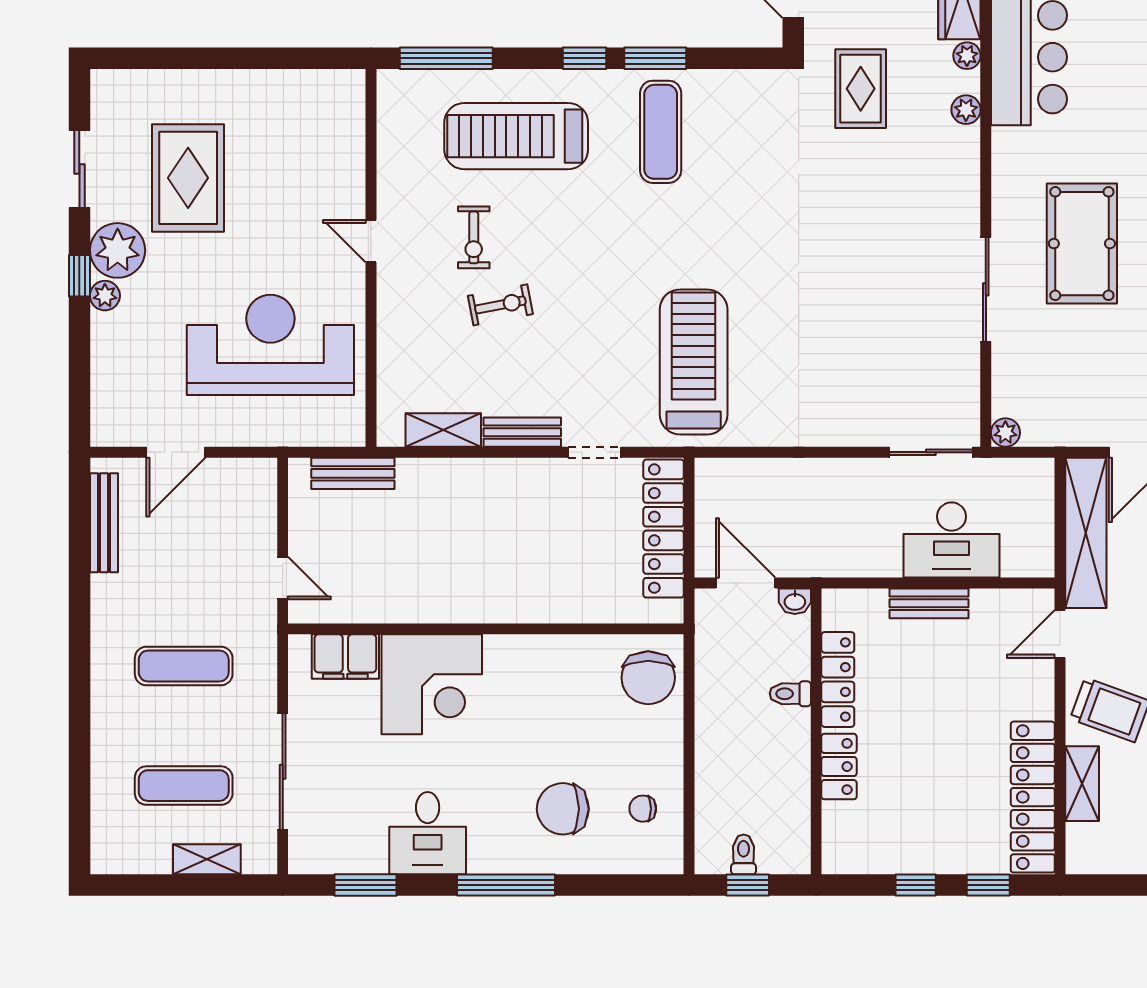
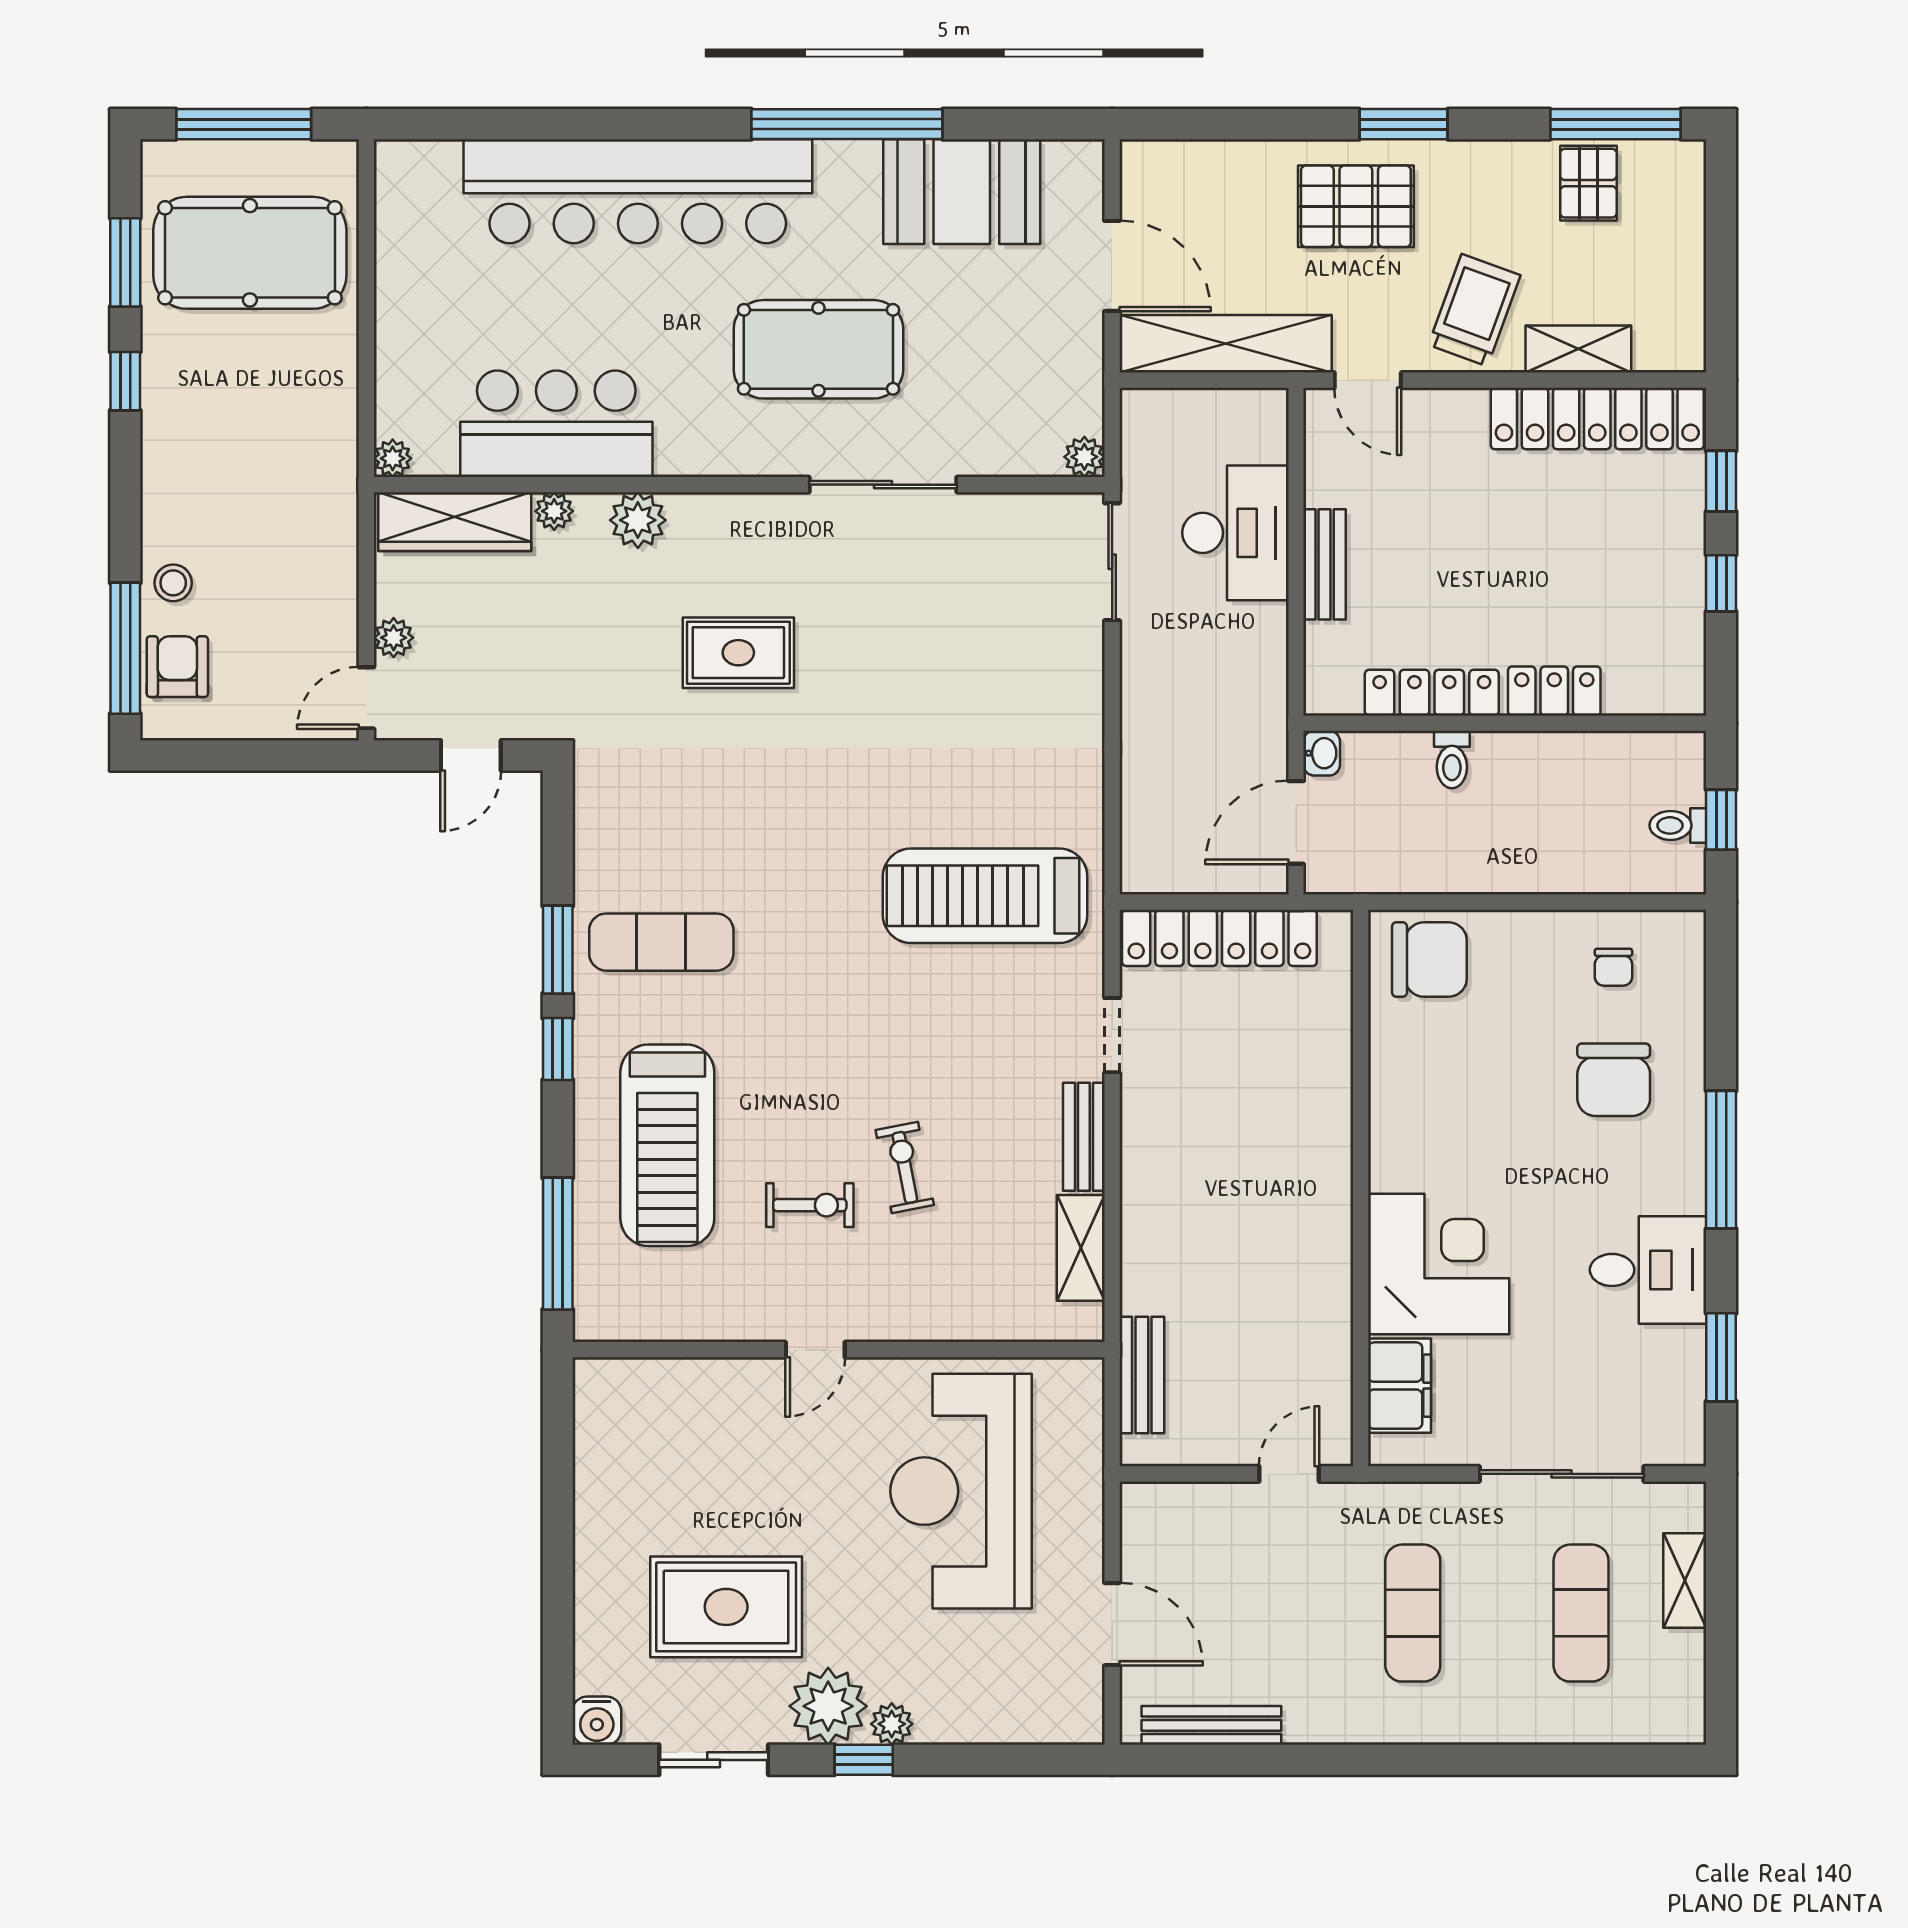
water cooler: (107, 86) -> (597, 1721), added
rug: (861, 89) -> (738, 653), moved
plant: (966, 110) -> (638, 520), width x1.38, depth x1.38

